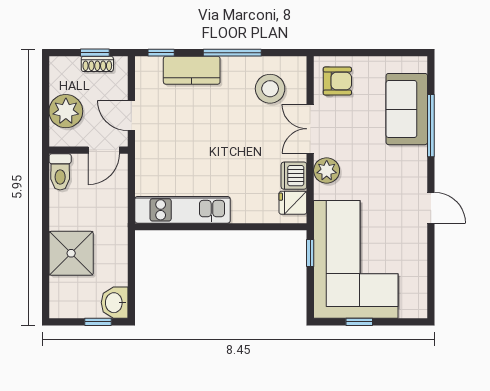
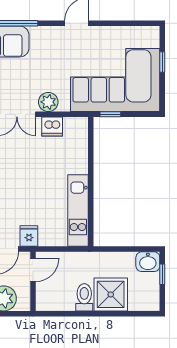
door: (104, 150) -> (33, 270), hinge flipped
toilet: (60, 172) -> (84, 297), moved, turned -90
fridge: (293, 203) -> (29, 236), moved, turned 180
window: (359, 322) -> (162, 62), moved

